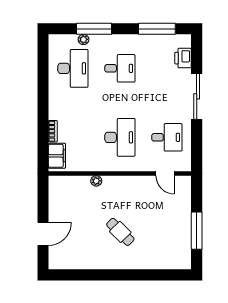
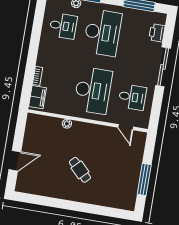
desk: (73, 68) -> (63, 26), width x0.73
desk: (120, 68) -> (103, 33), width x1.87, depth x1.30
desk: (120, 137) -> (93, 90), width x1.36, depth x1.30

